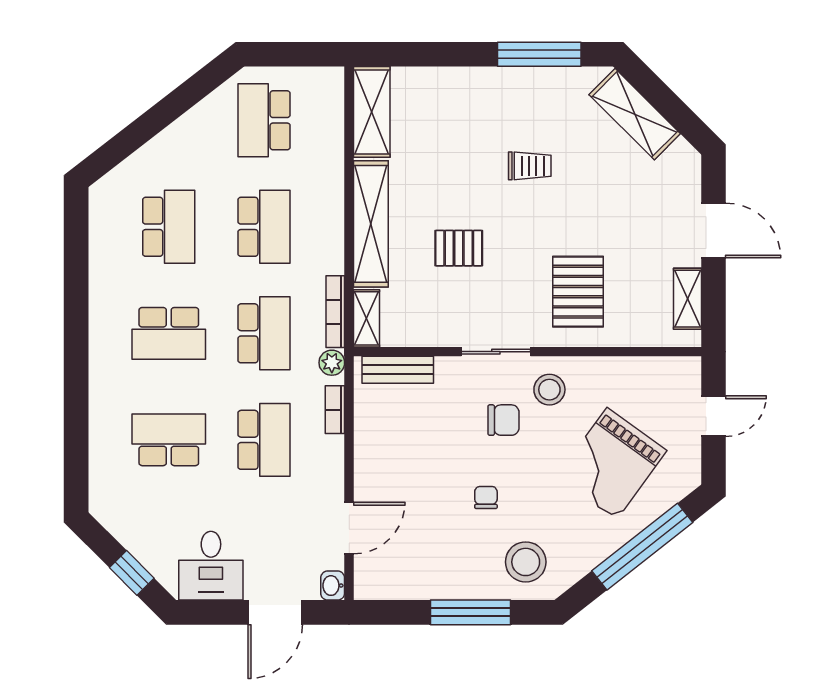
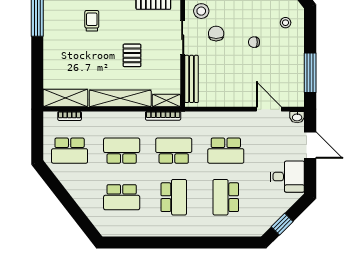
school desk: (169, 227) -> (122, 197), turned 180
plant: (332, 363) -> (188, 117), removed
bench: (398, 370) -> (192, 79), width x1.36
bookcase: (335, 410) -> (70, 116), moved
school desk: (264, 440) -> (226, 151), turned 180
stool: (526, 562) -> (286, 23), width x0.53, depth x0.53
window: (132, 573) -> (282, 224), moved
window: (471, 612) -> (310, 73), moved

